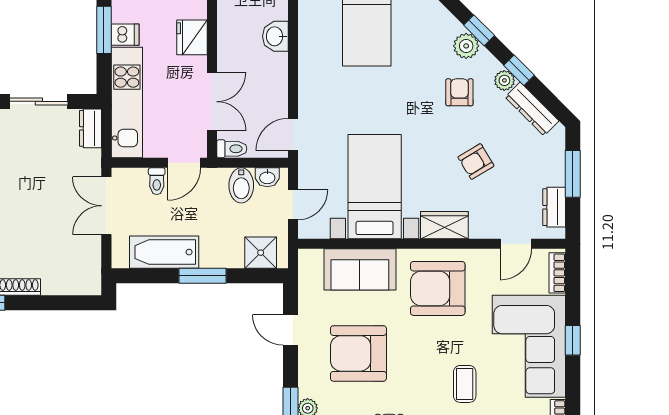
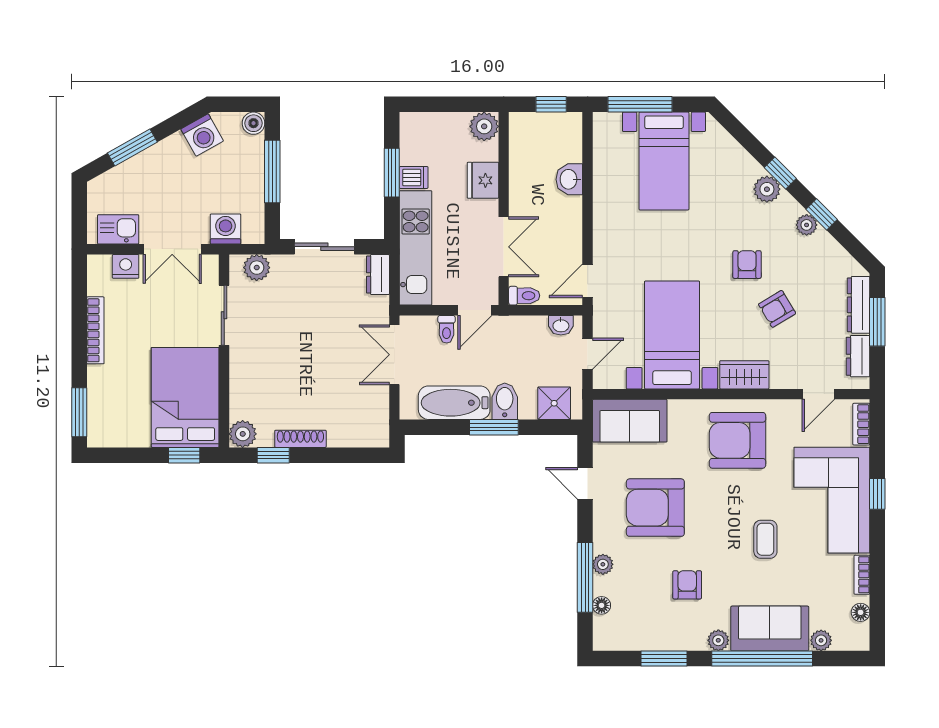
armchair: (459, 92) -> (747, 265), moved
dresser: (532, 109) -> (859, 305), moved, turned 45
bidet: (241, 185) -> (505, 401), moved, turned 180
sofa: (360, 269) -> (630, 421), moved

